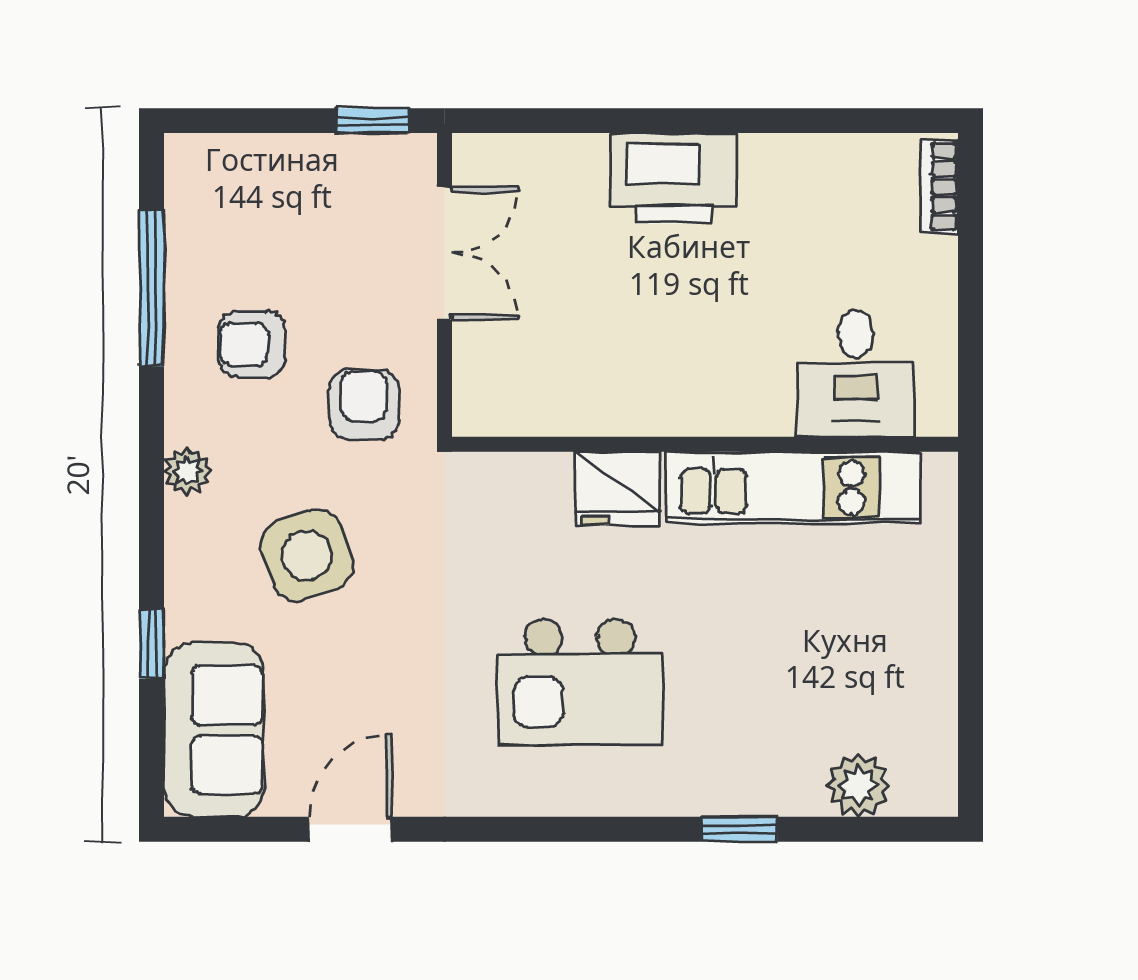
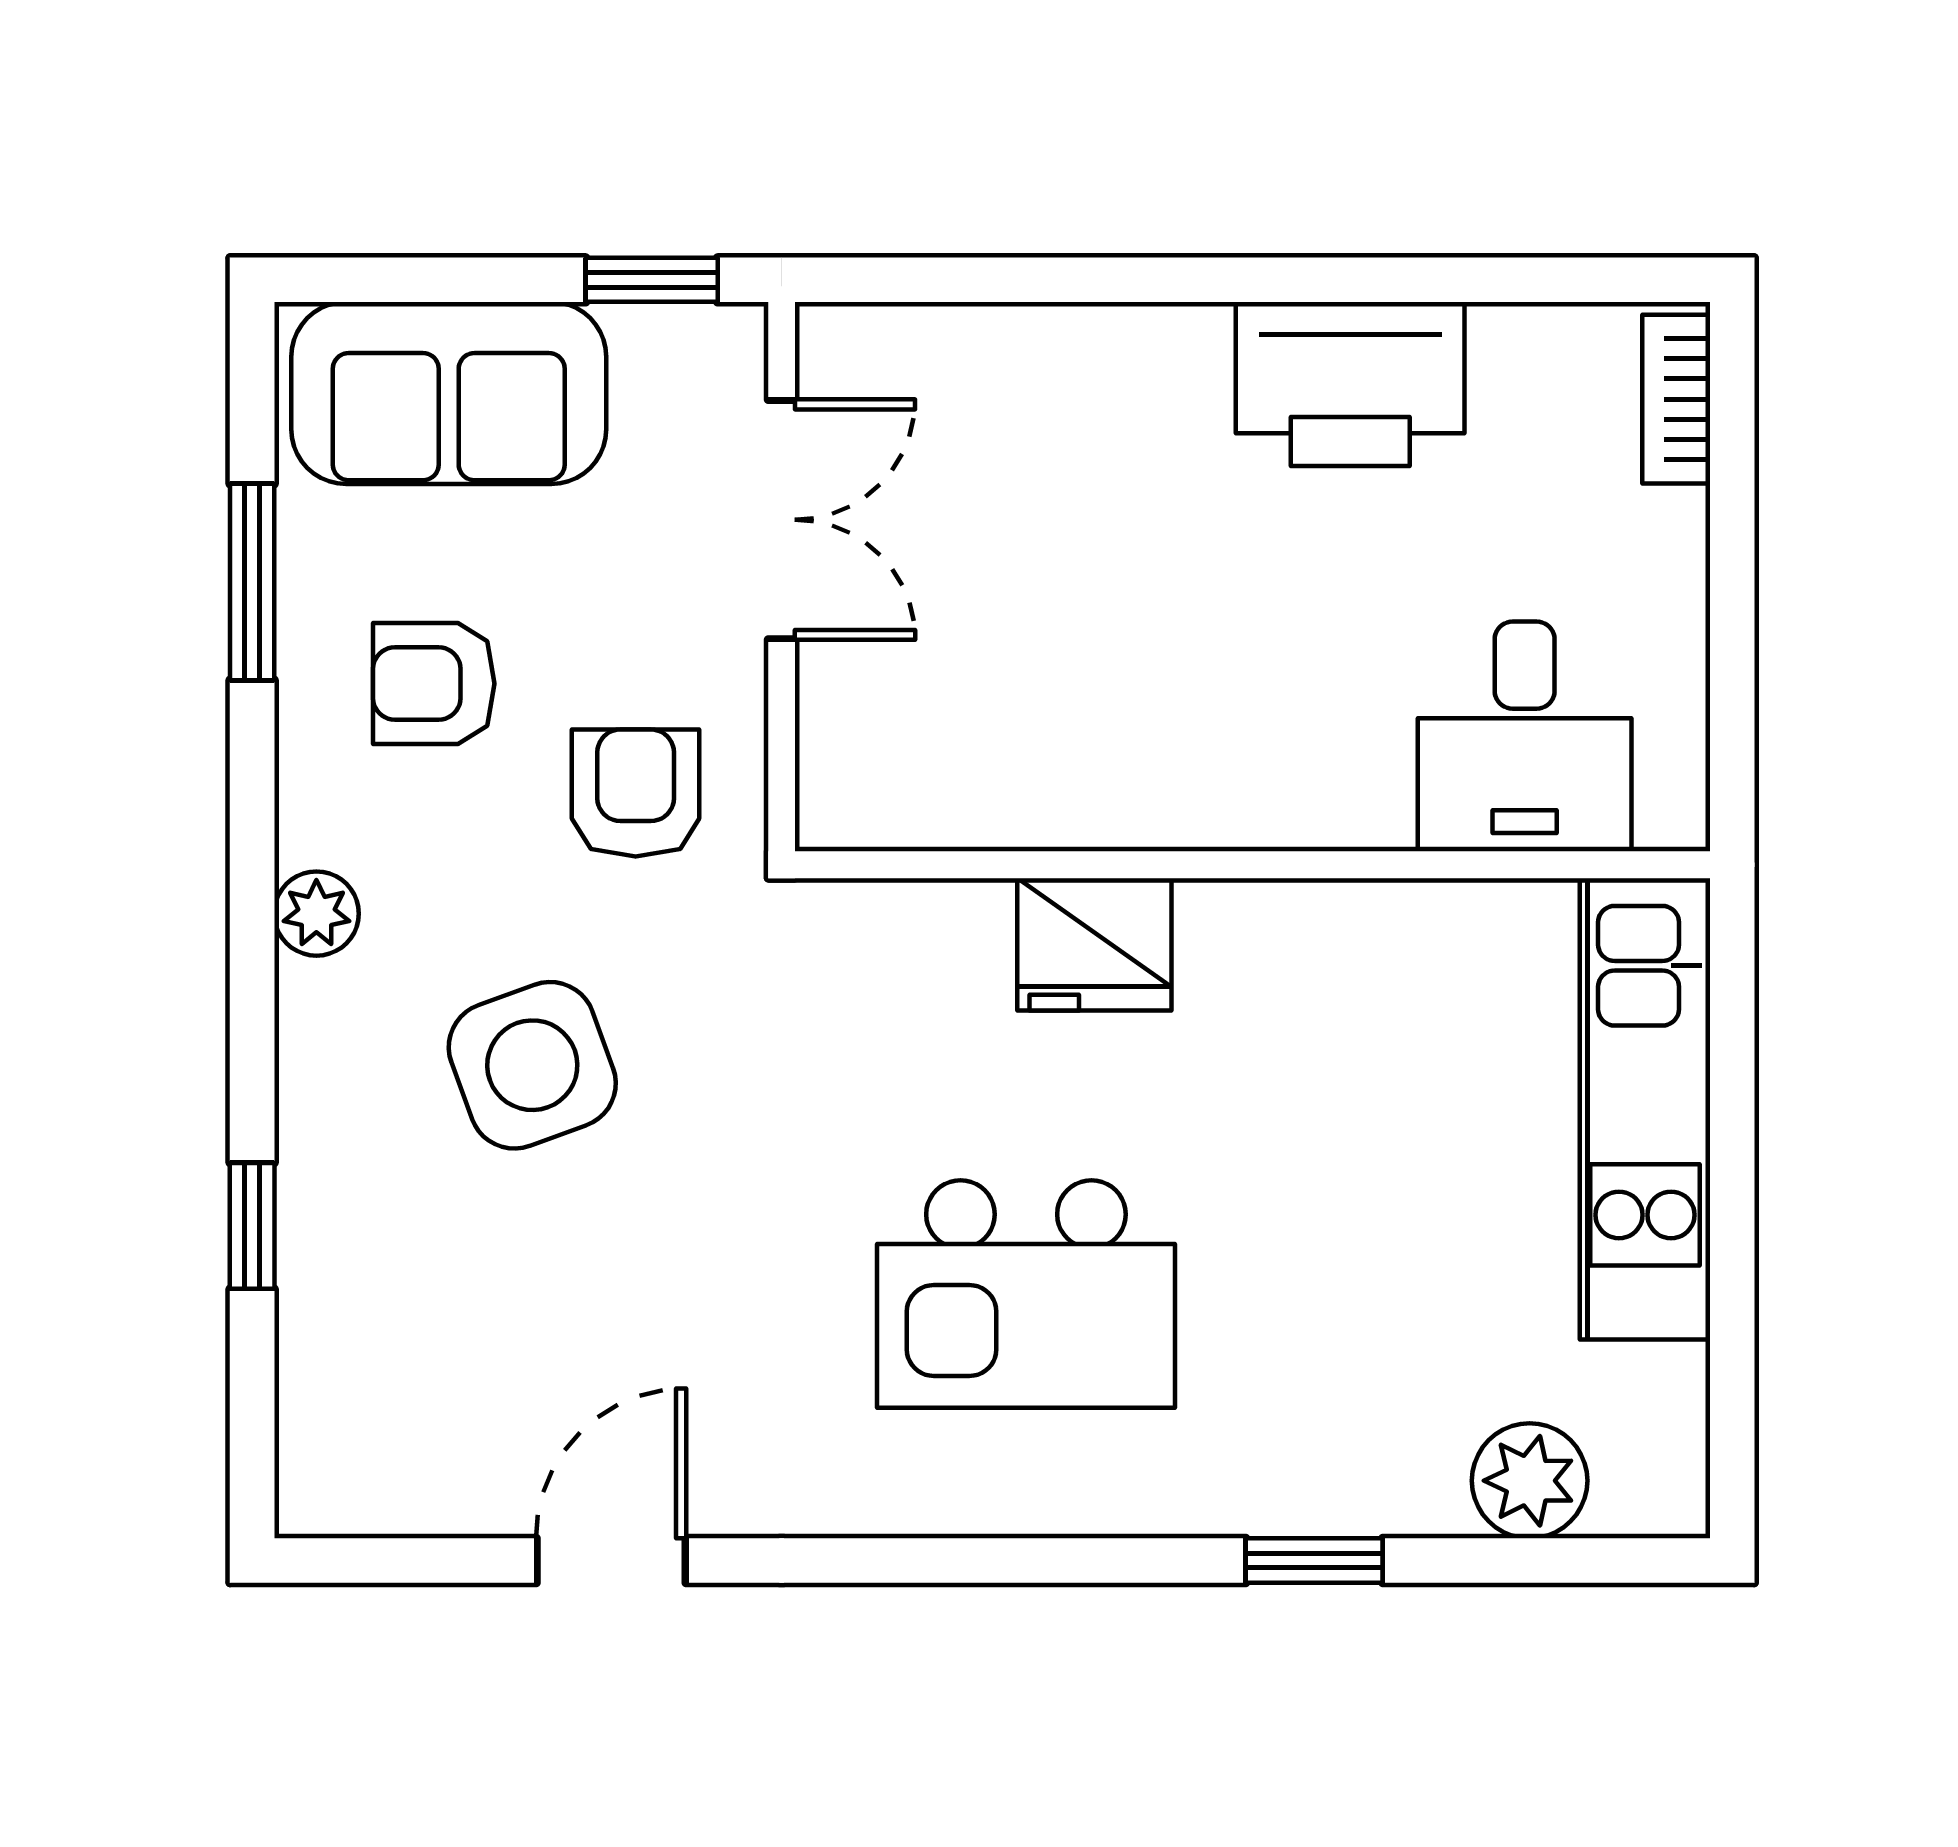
printer: (674, 178) -> (1350, 384), moved
window: (151, 288) -> (252, 582), width x0.69
kitchen unit: (793, 488) -> (1645, 1109), moved, turned 90
sofa: (214, 730) -> (449, 393), moved, turned 90

